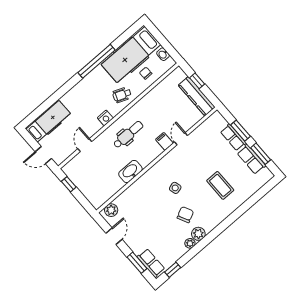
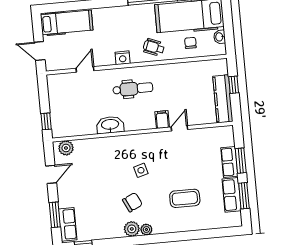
window: (69, 184) -> (46, 121), moved
coffee table: (220, 185) -> (185, 198), turned 90
plant: (190, 243) -> (146, 229), moved

